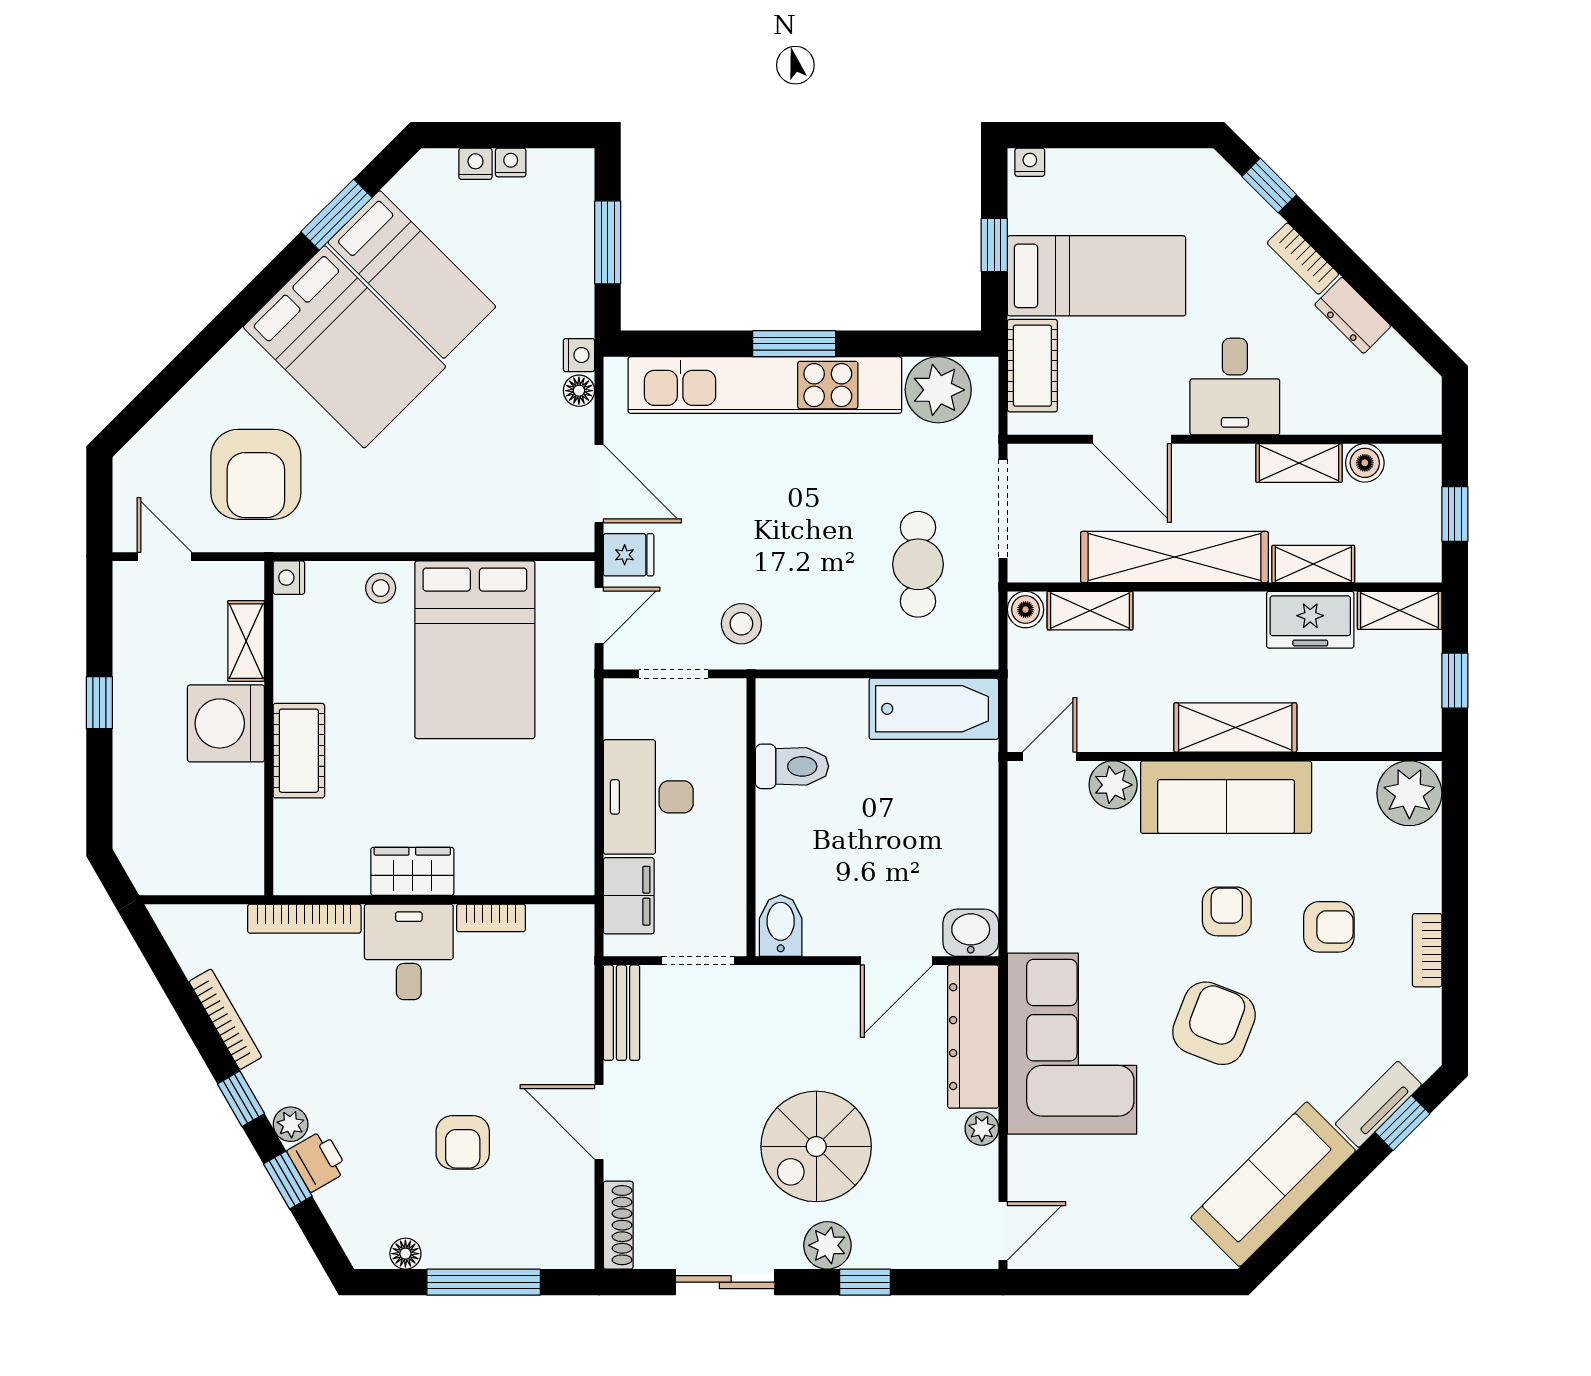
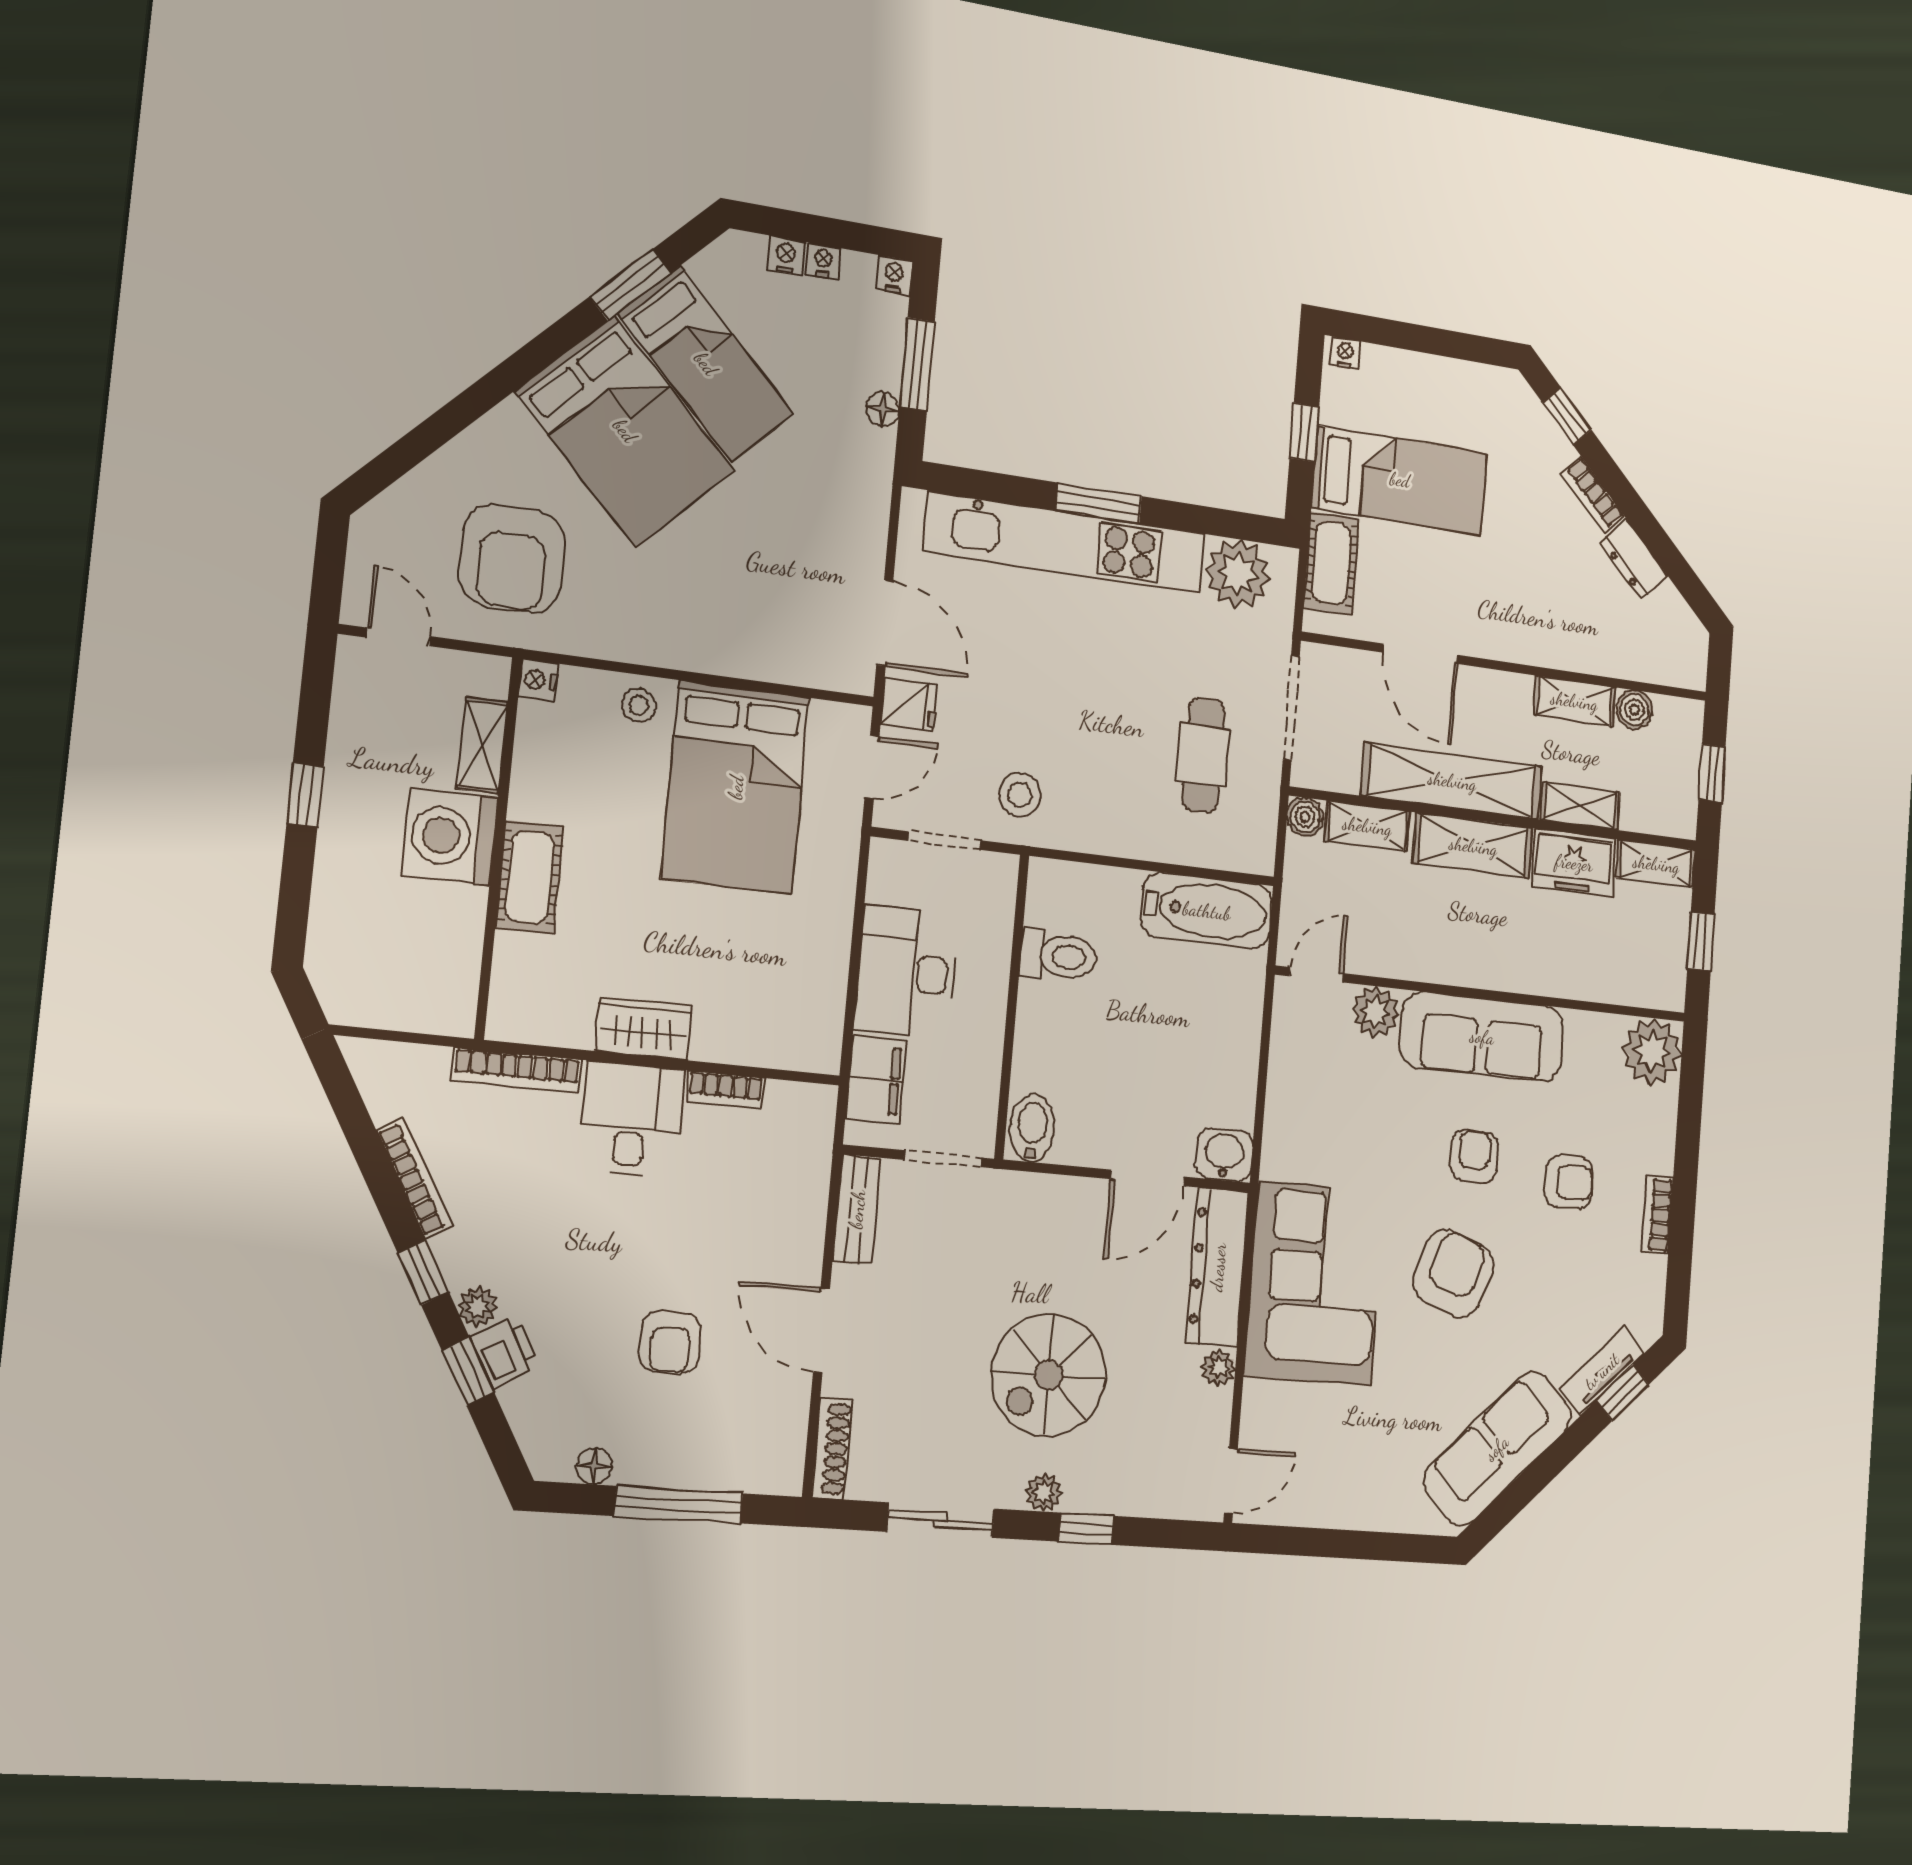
nightstand: (579, 355) -> (894, 275), moved, turned -90
desk: (1235, 387) -> (1521, 614), removed
floor lamp: (579, 391) -> (883, 409), moved
shelving: (1235, 727) -> (1473, 846), moved
plant: (827, 1245) -> (1044, 1492), width x0.73, depth x0.73

